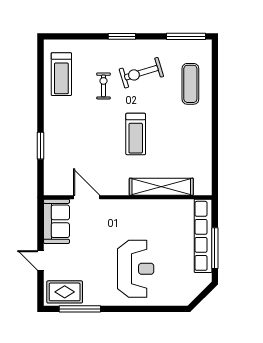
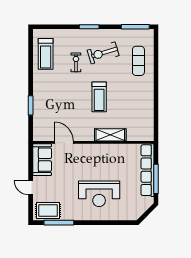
shelving: (161, 187) -> (110, 135), width x0.68
reception desk: (136, 269) -> (99, 194), turned 90

